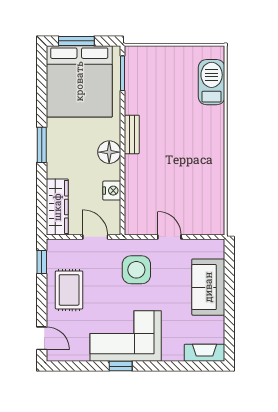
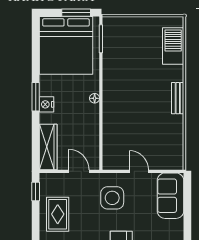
window: (76, 41) -> (76, 13), moved
bench: (132, 134) -> (178, 98), moved
floor lamp: (109, 152) -> (95, 98), width x0.53, depth x0.53
nightstand: (112, 191) -> (46, 104), moved, turned 180
sofa: (208, 287) -> (170, 196), moved

